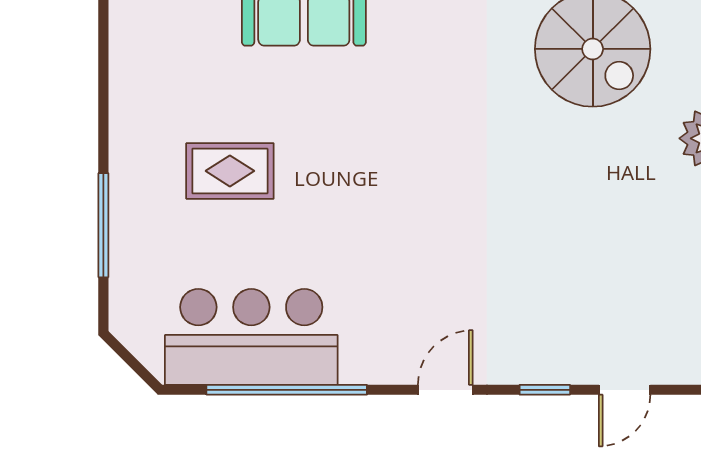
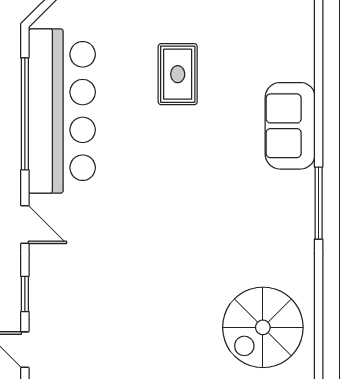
bar counter: (251, 337) -> (62, 111), width x1.36

